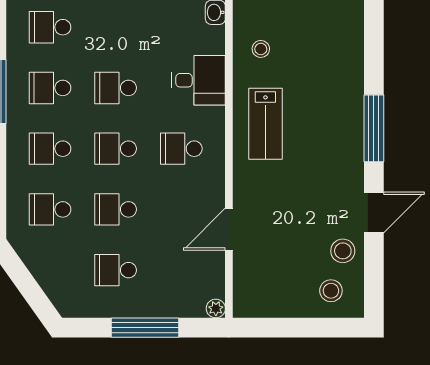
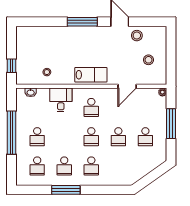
school desk: (116, 88) -> (37, 137), moved
lab bench: (265, 124) -> (91, 75), moved
school desk: (50, 209) -> (118, 166), removed
door: (229, 229) -> (127, 86), hinge flipped
stool: (331, 291) -> (148, 60), moved

